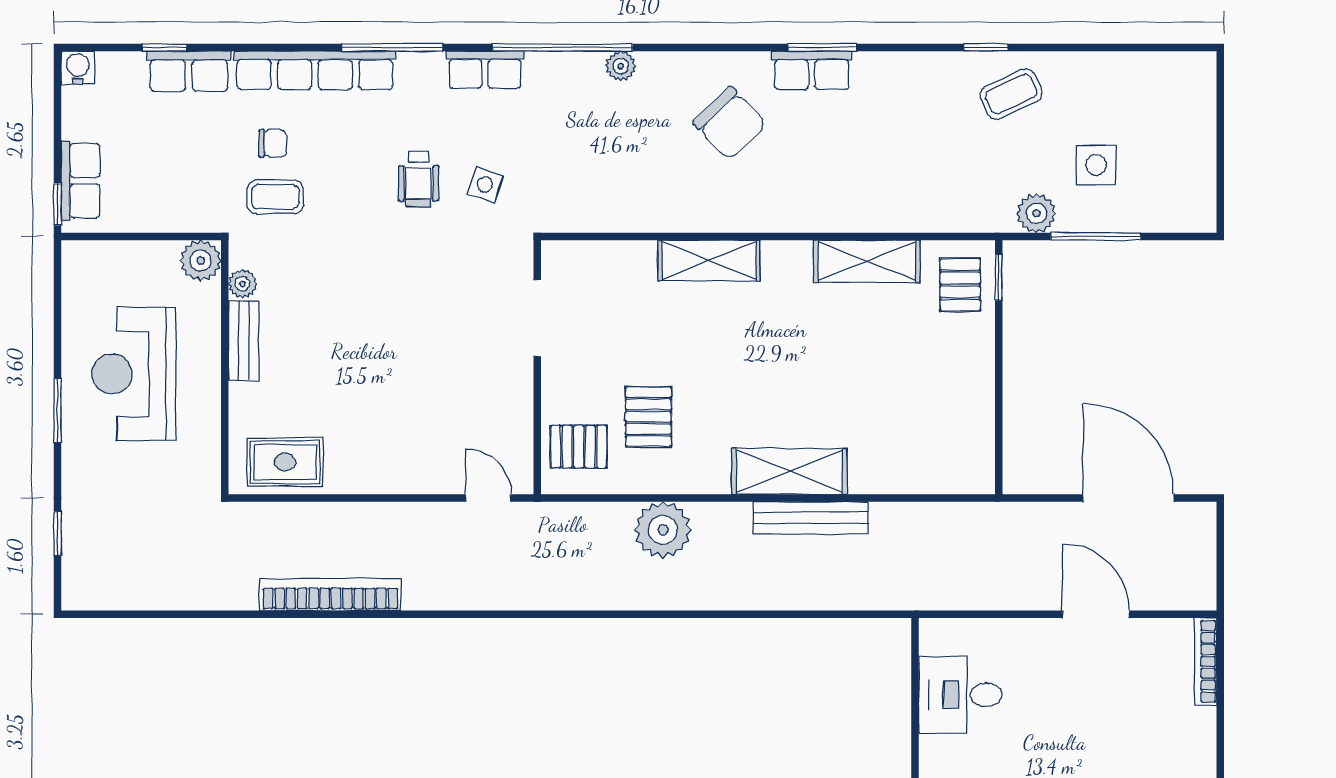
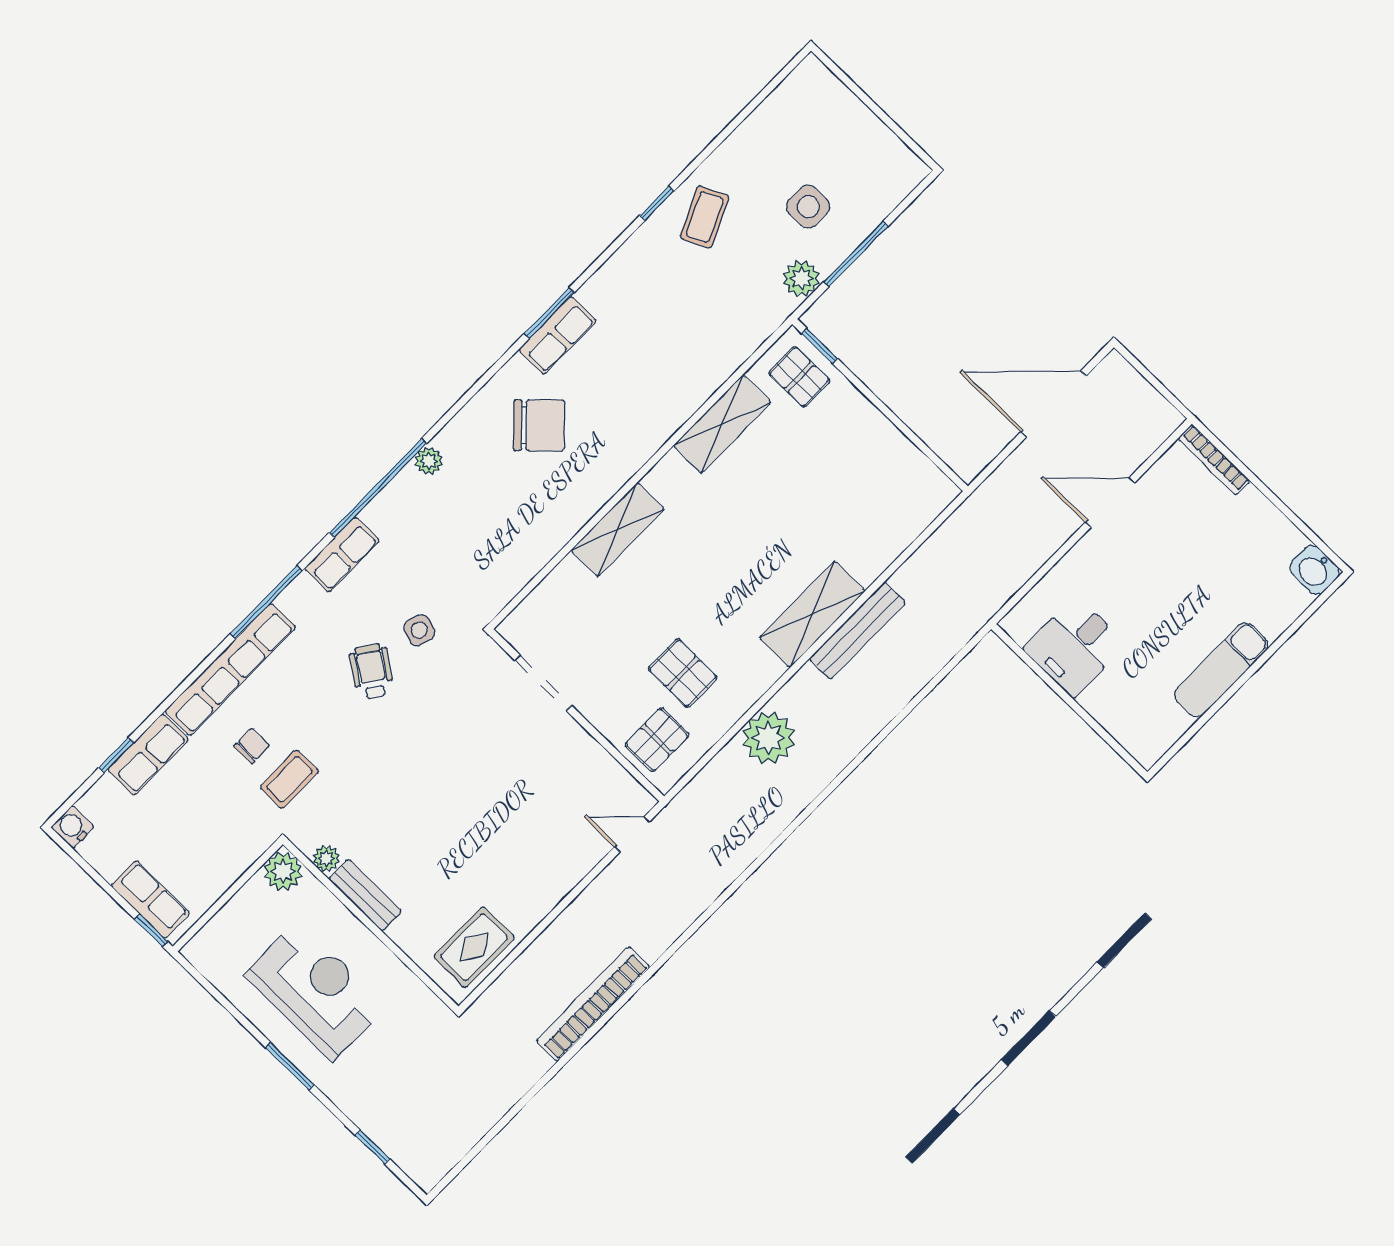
wheelchair: (418, 179) -> (372, 671), turned -145
reception desk: (134, 374) -> (315, 991), turned 180

